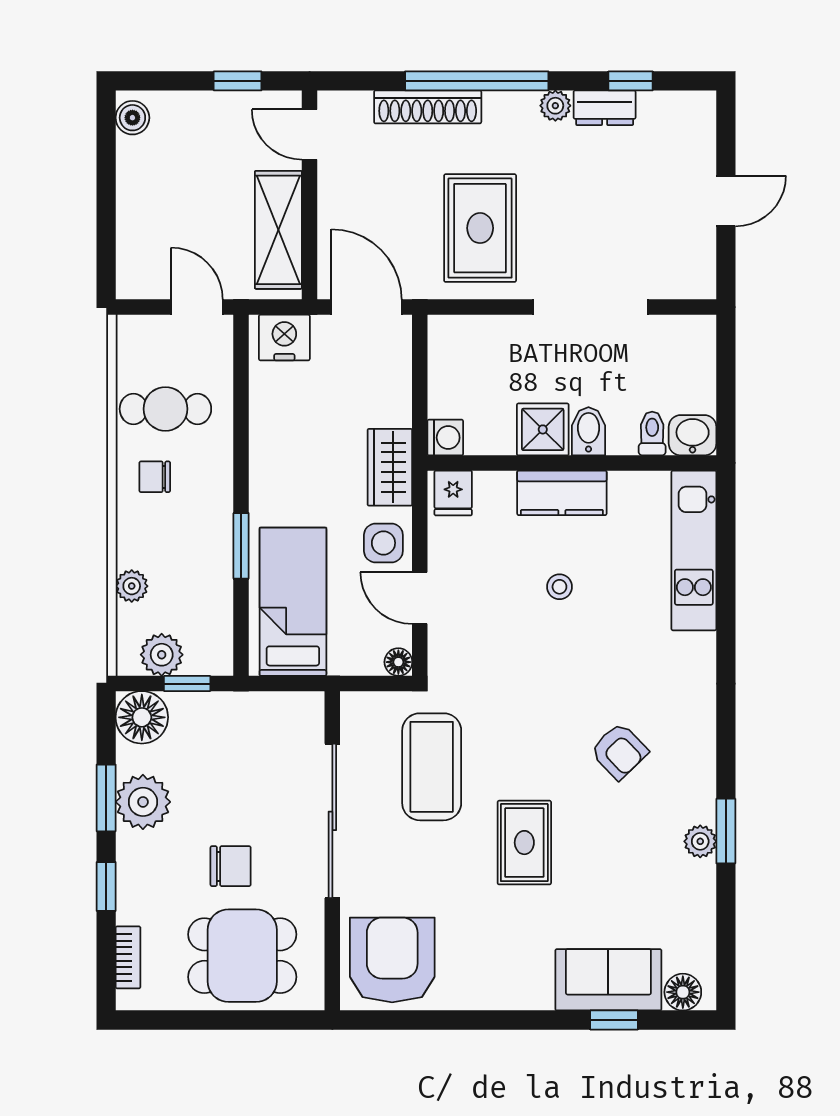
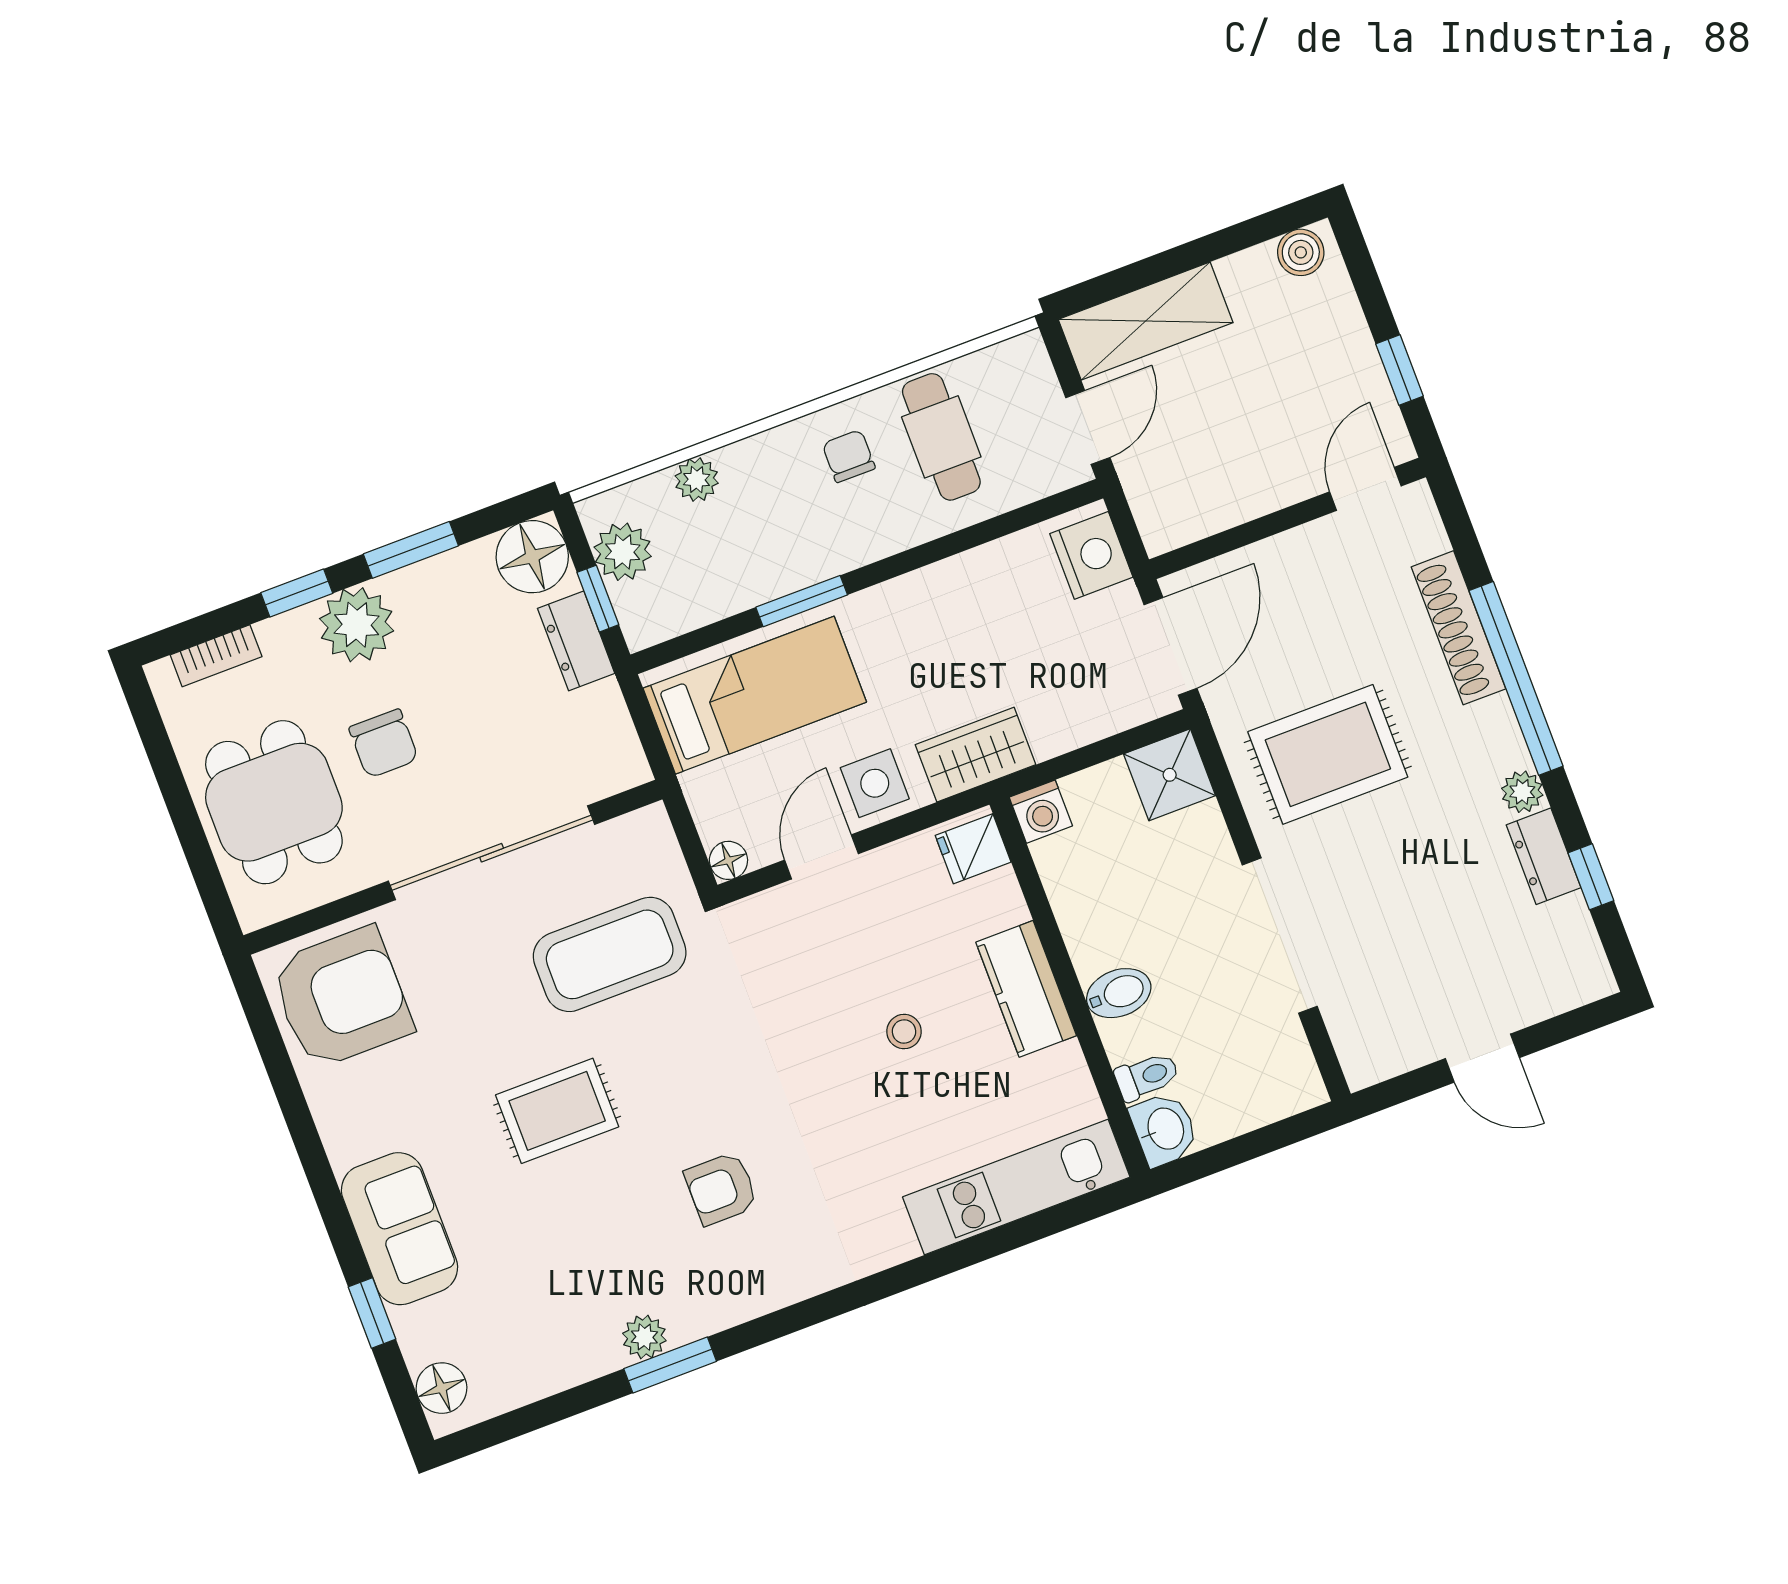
shelving: (278, 230) -> (1146, 321), moved
shower: (543, 429) -> (1170, 775), moved
dresser: (210, 709) -> (576, 641), added
armchair: (619, 751) -> (721, 1189), turned 44
plant: (143, 802) -> (357, 625), moved
sofa: (608, 980) -> (399, 1229), moved

